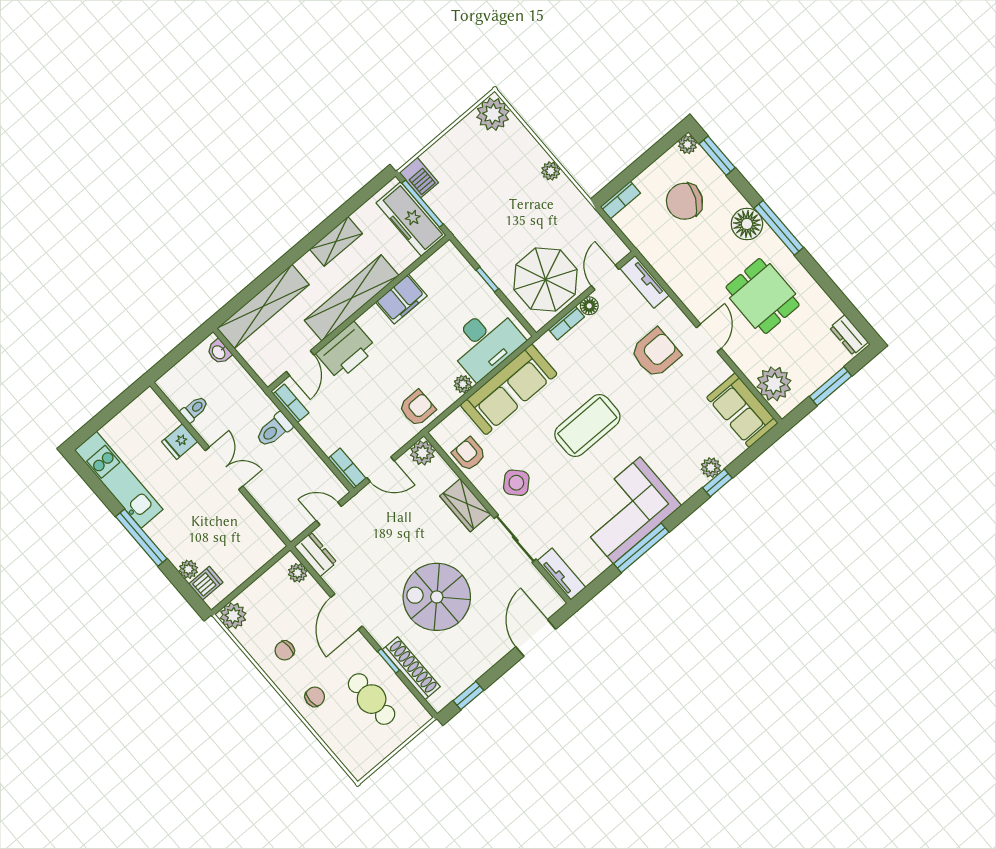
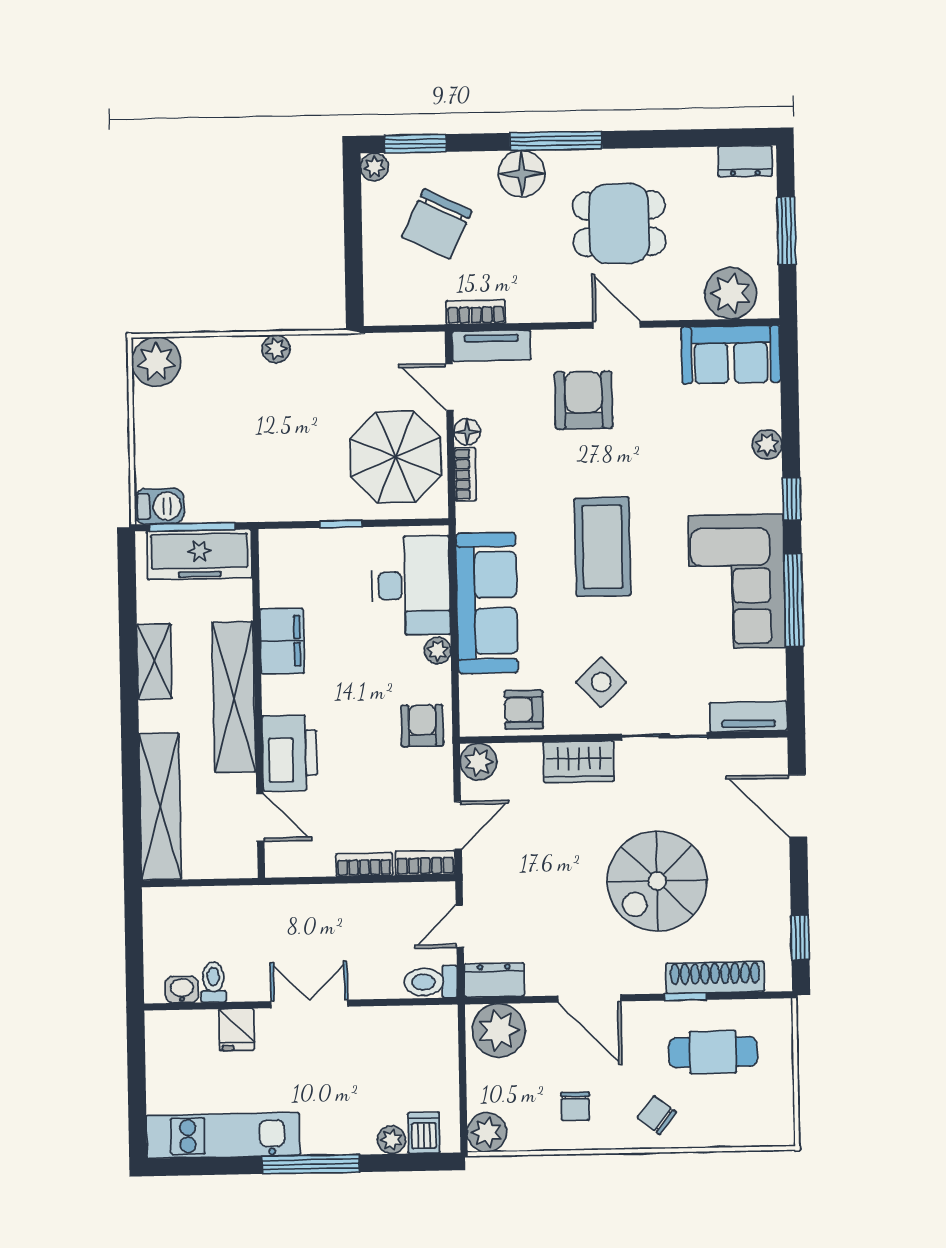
bookcase: (620, 200) -> (476, 312), moved, turned -90
washbasin: (219, 352) -> (182, 989), moved, turned 180
bookcase: (291, 403) -> (364, 865), moved
toilet: (274, 430) -> (431, 982), moved, turned 90
window: (717, 483) -> (792, 499), moved
plant: (298, 573) -> (499, 1030), width x1.88, depth x1.88
chair: (315, 697) -> (657, 1115), turned -52

